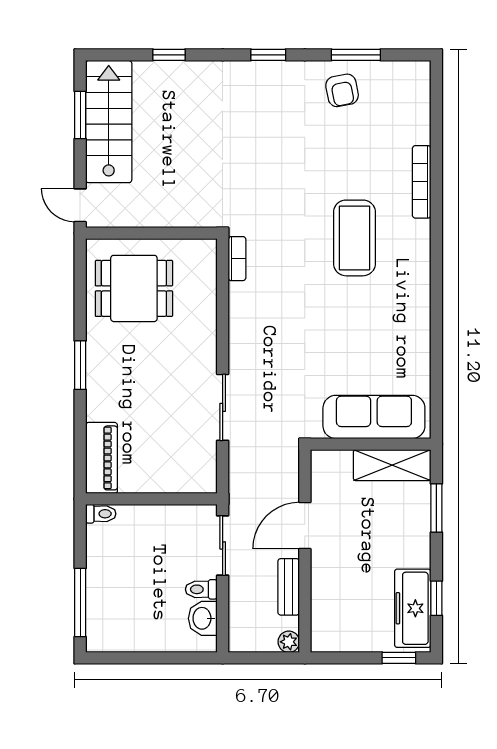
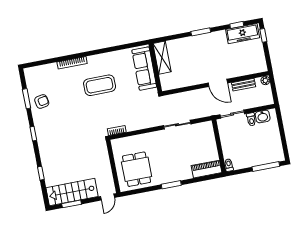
sofa: (374, 417) -> (144, 69), moved
wall: (371, 444) -> (155, 68), moved
shelving: (392, 465) -> (162, 58), moved

